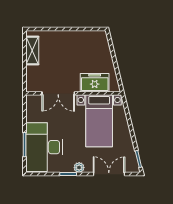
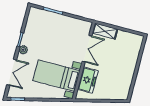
shelving: (32, 51) -> (105, 31), moved
double door: (58, 93) -> (87, 49), swing flipped
desk: (44, 147) -> (47, 26), removed

